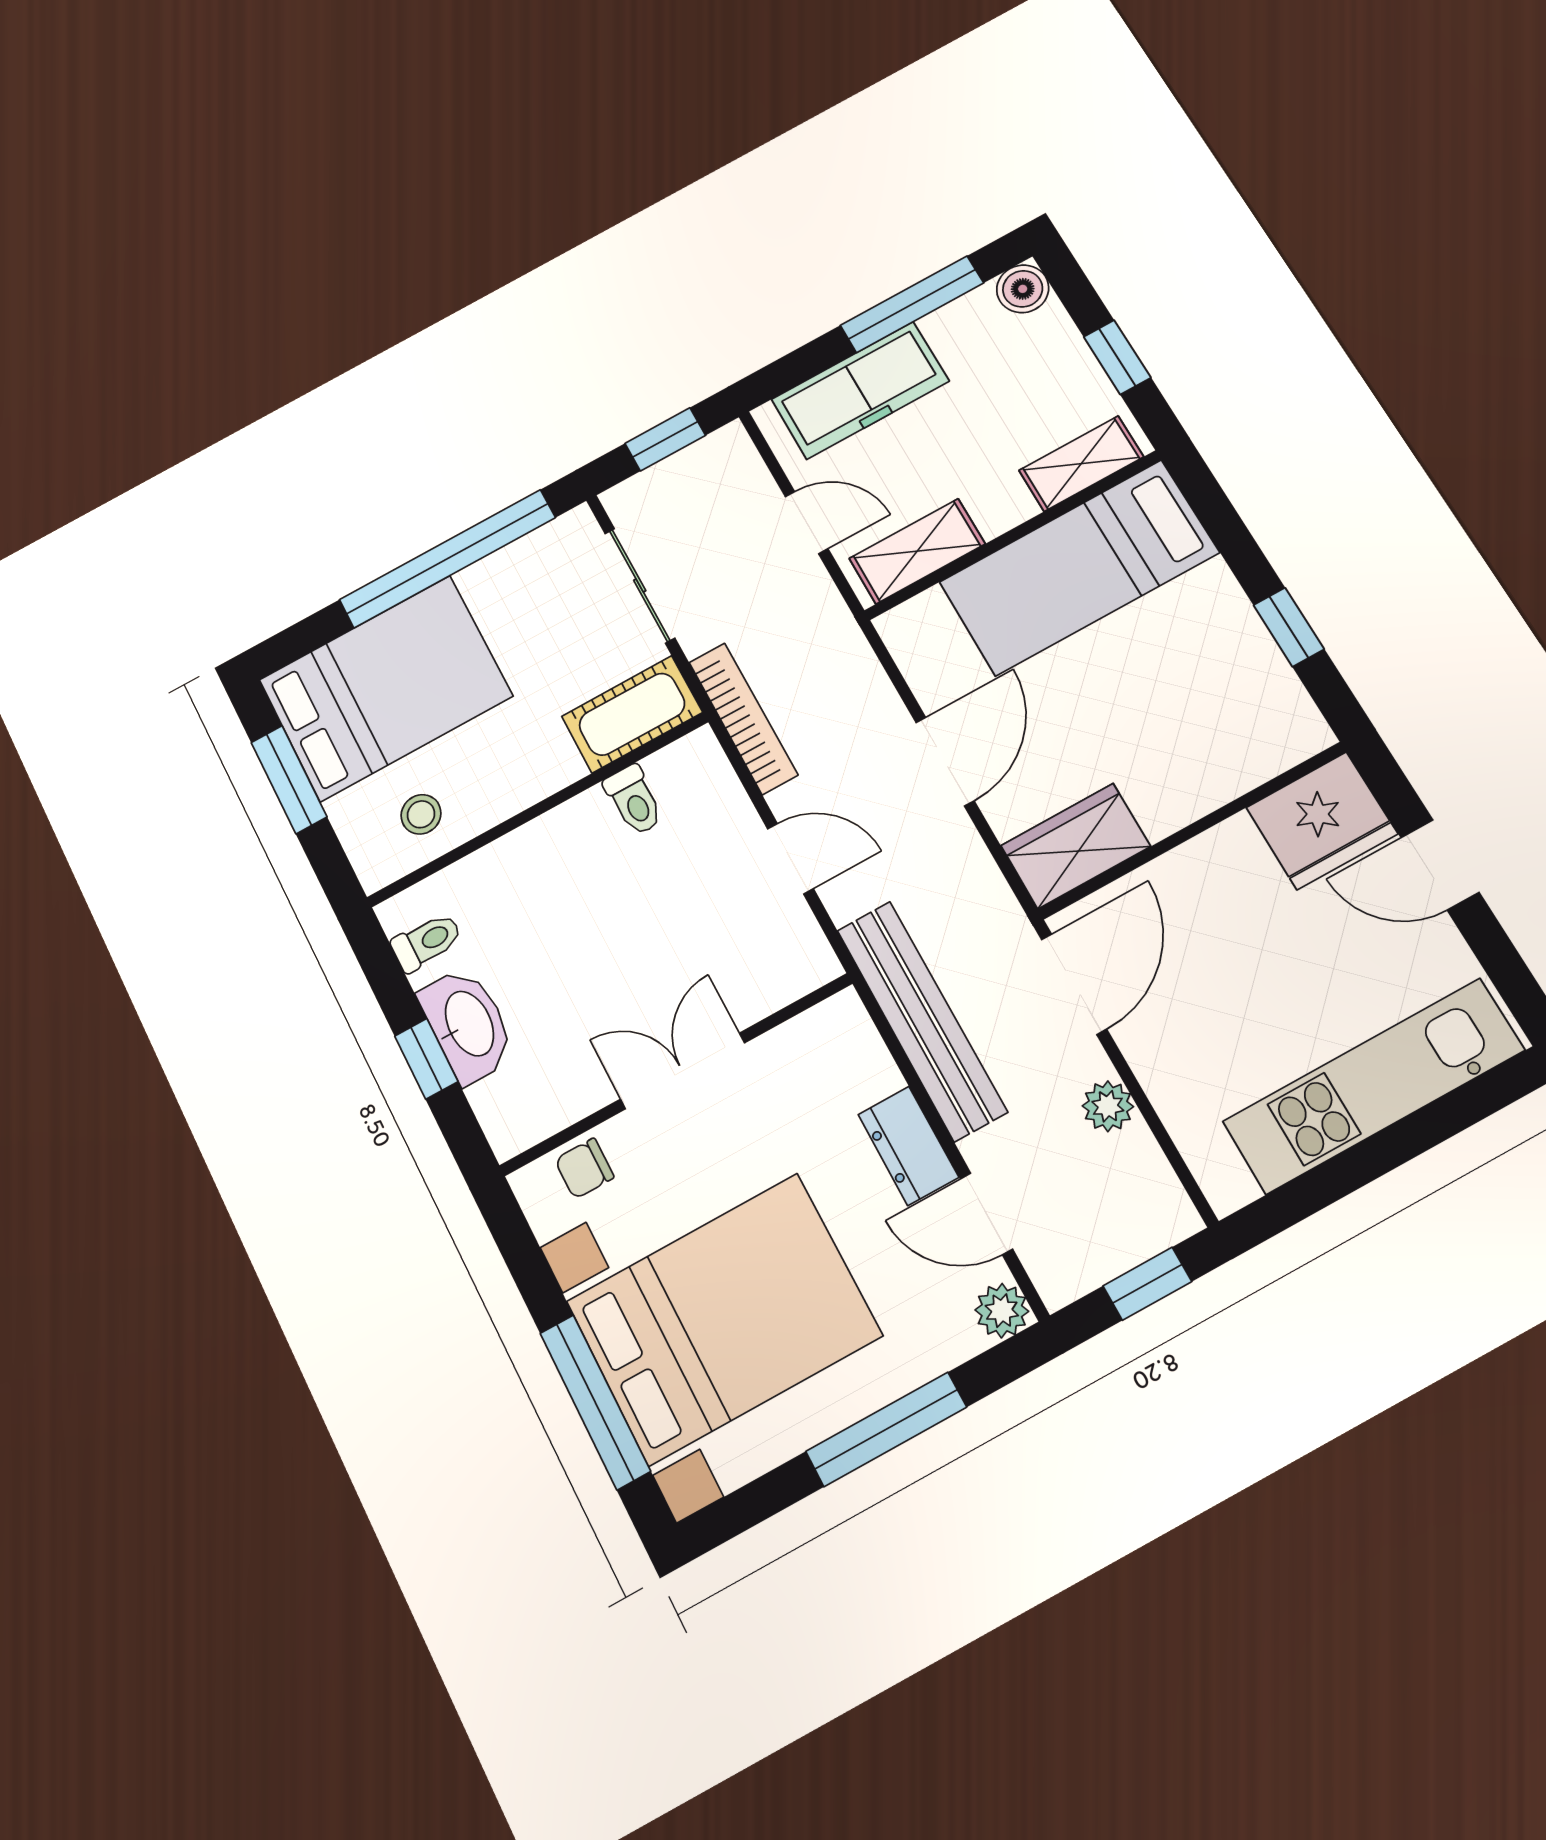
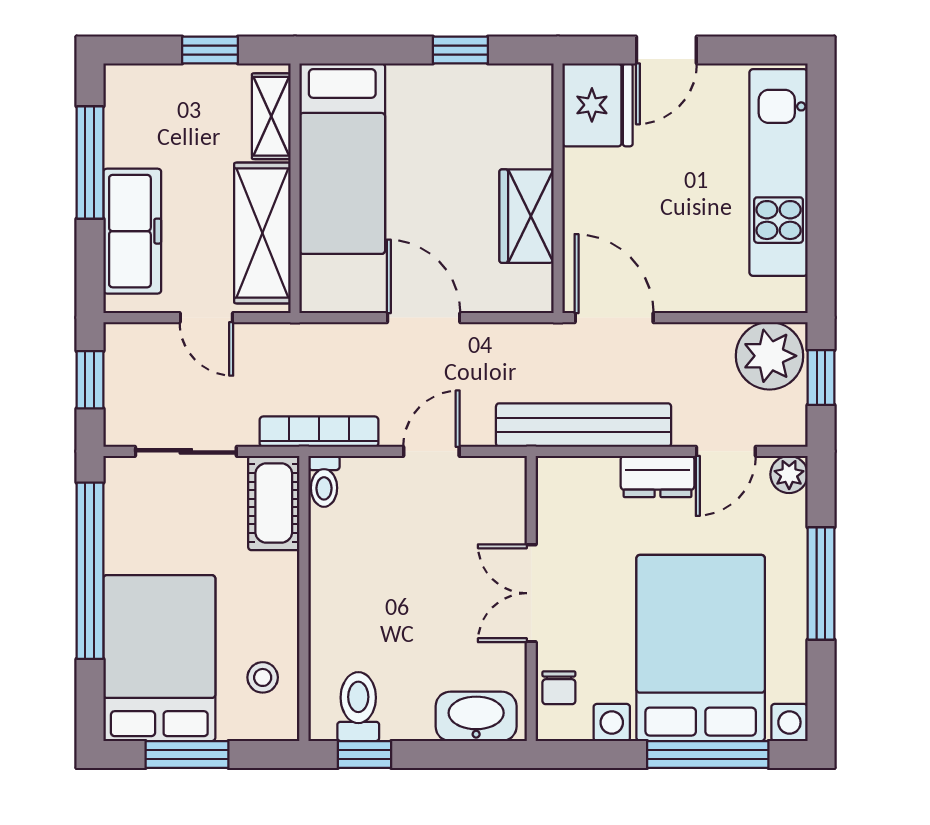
boiler: (1023, 289) -> (123, 83), removed
door: (807, 523) -> (206, 318), swing flipped
shelving: (917, 551) -> (262, 233), width x1.50, depth x1.33
toilet: (634, 800) -> (324, 481), moved, turned 90
wardrobe: (1076, 846) -> (526, 216), moved
toilet: (427, 942) -> (358, 707), width x1.37, depth x1.39
washbasin: (468, 1025) -> (476, 716), moved
window: (426, 1059) -> (364, 754), moved
plant: (1108, 1106) -> (770, 356), moved, width x1.88, depth x1.88

